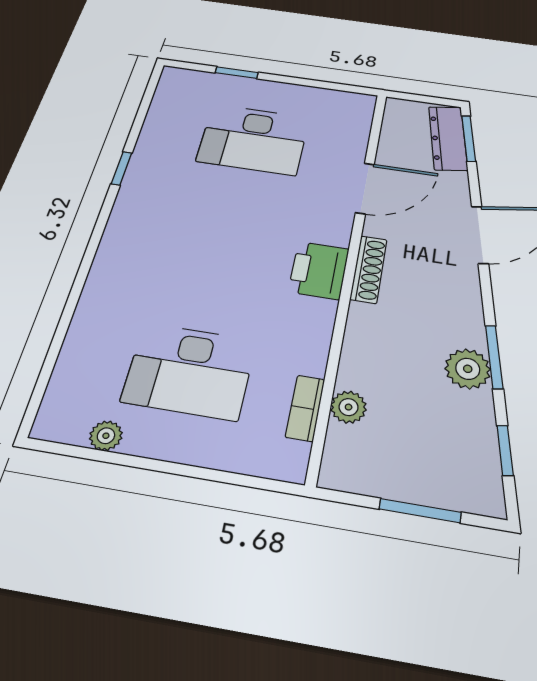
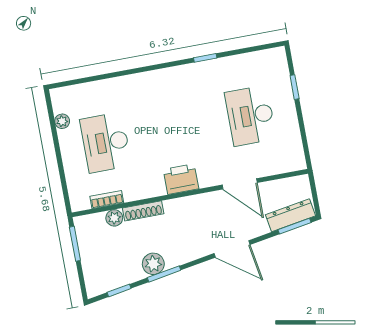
shoe rack: (369, 269) -> (143, 211), moved
window: (420, 511) -> (75, 244), moved

